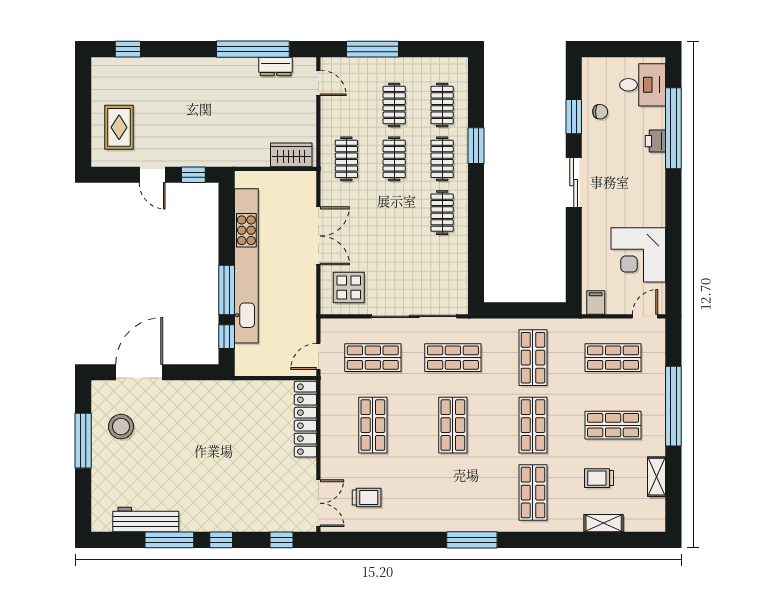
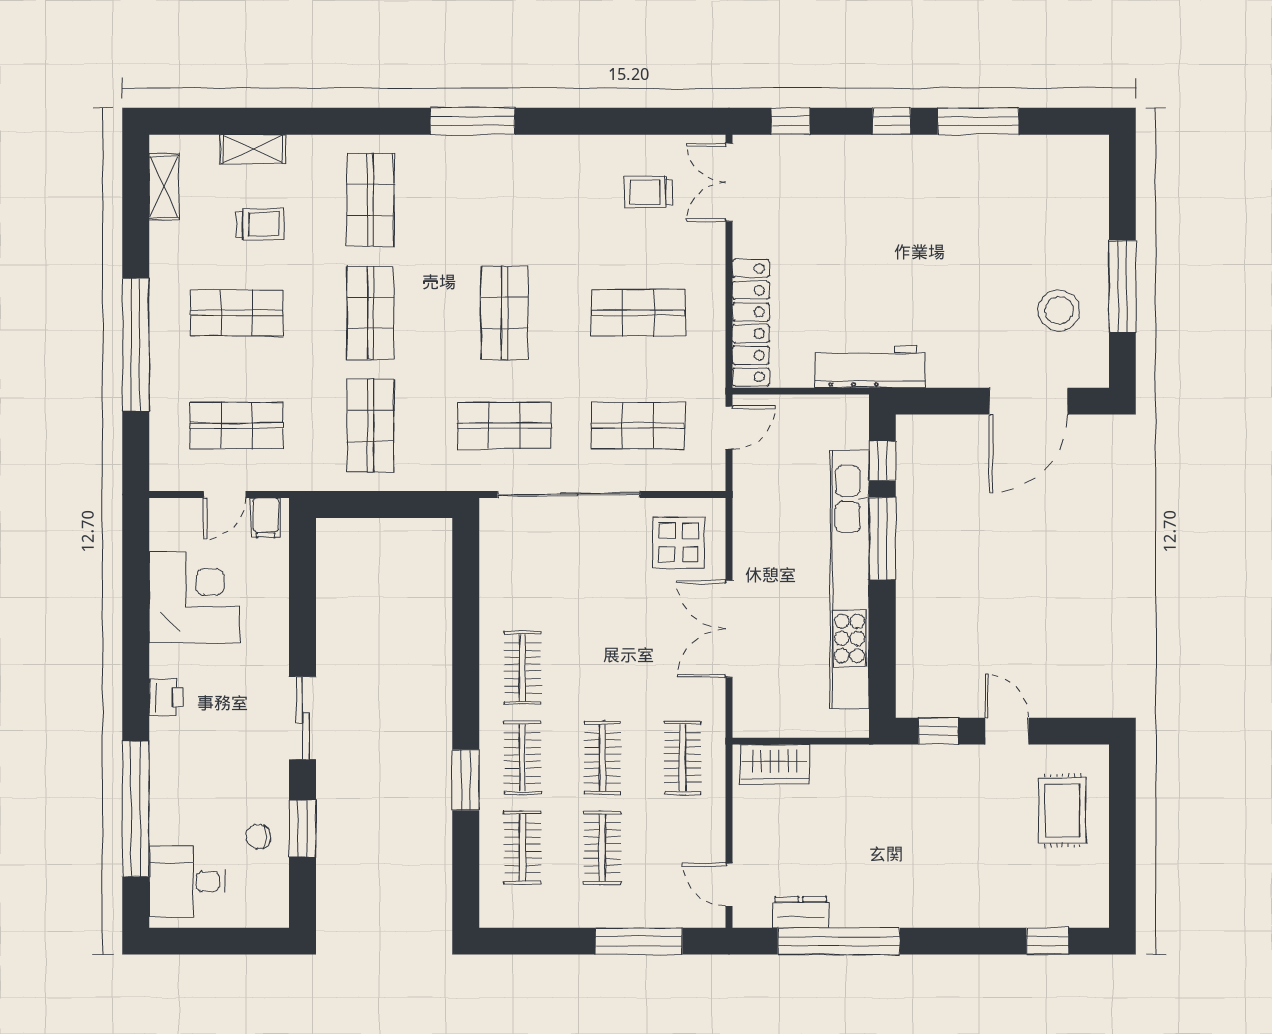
printer: (655, 141) -> (166, 697), moved
door: (645, 316) -> (225, 494), moved
shop shelf: (373, 425) -> (638, 313), turned 90
shelving: (657, 477) -> (164, 187), moved
workbench: (146, 519) -> (870, 367), moved, turned 180

